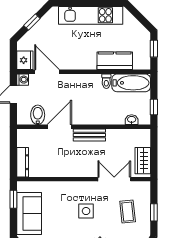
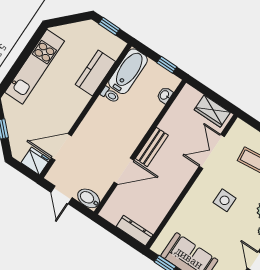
washing machine: (23, 80) -> (53, 176), removed
bidet: (38, 115) -> (89, 198), moved
door: (59, 127) -> (124, 171), swing flipped

